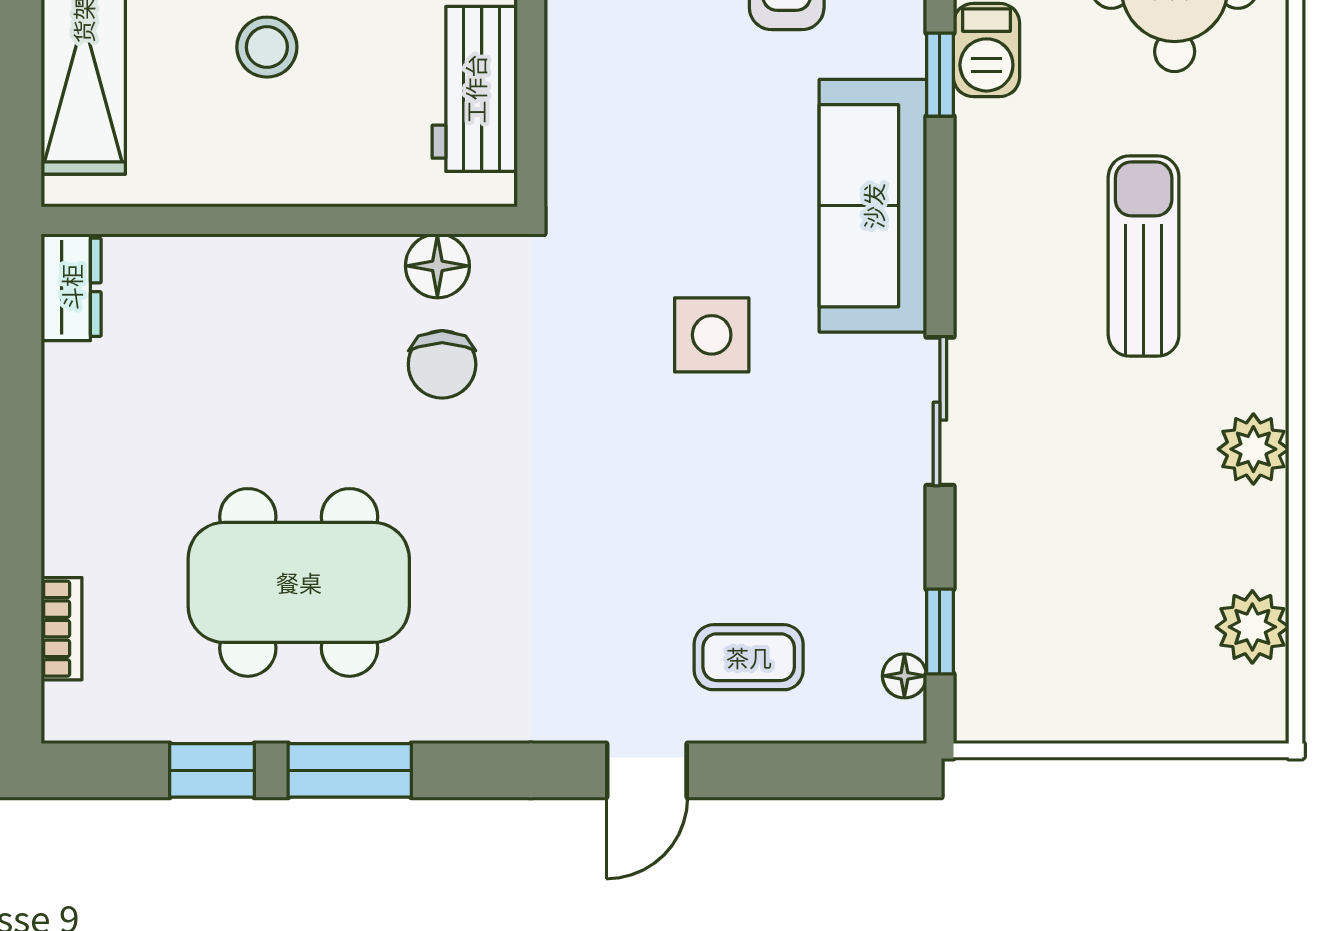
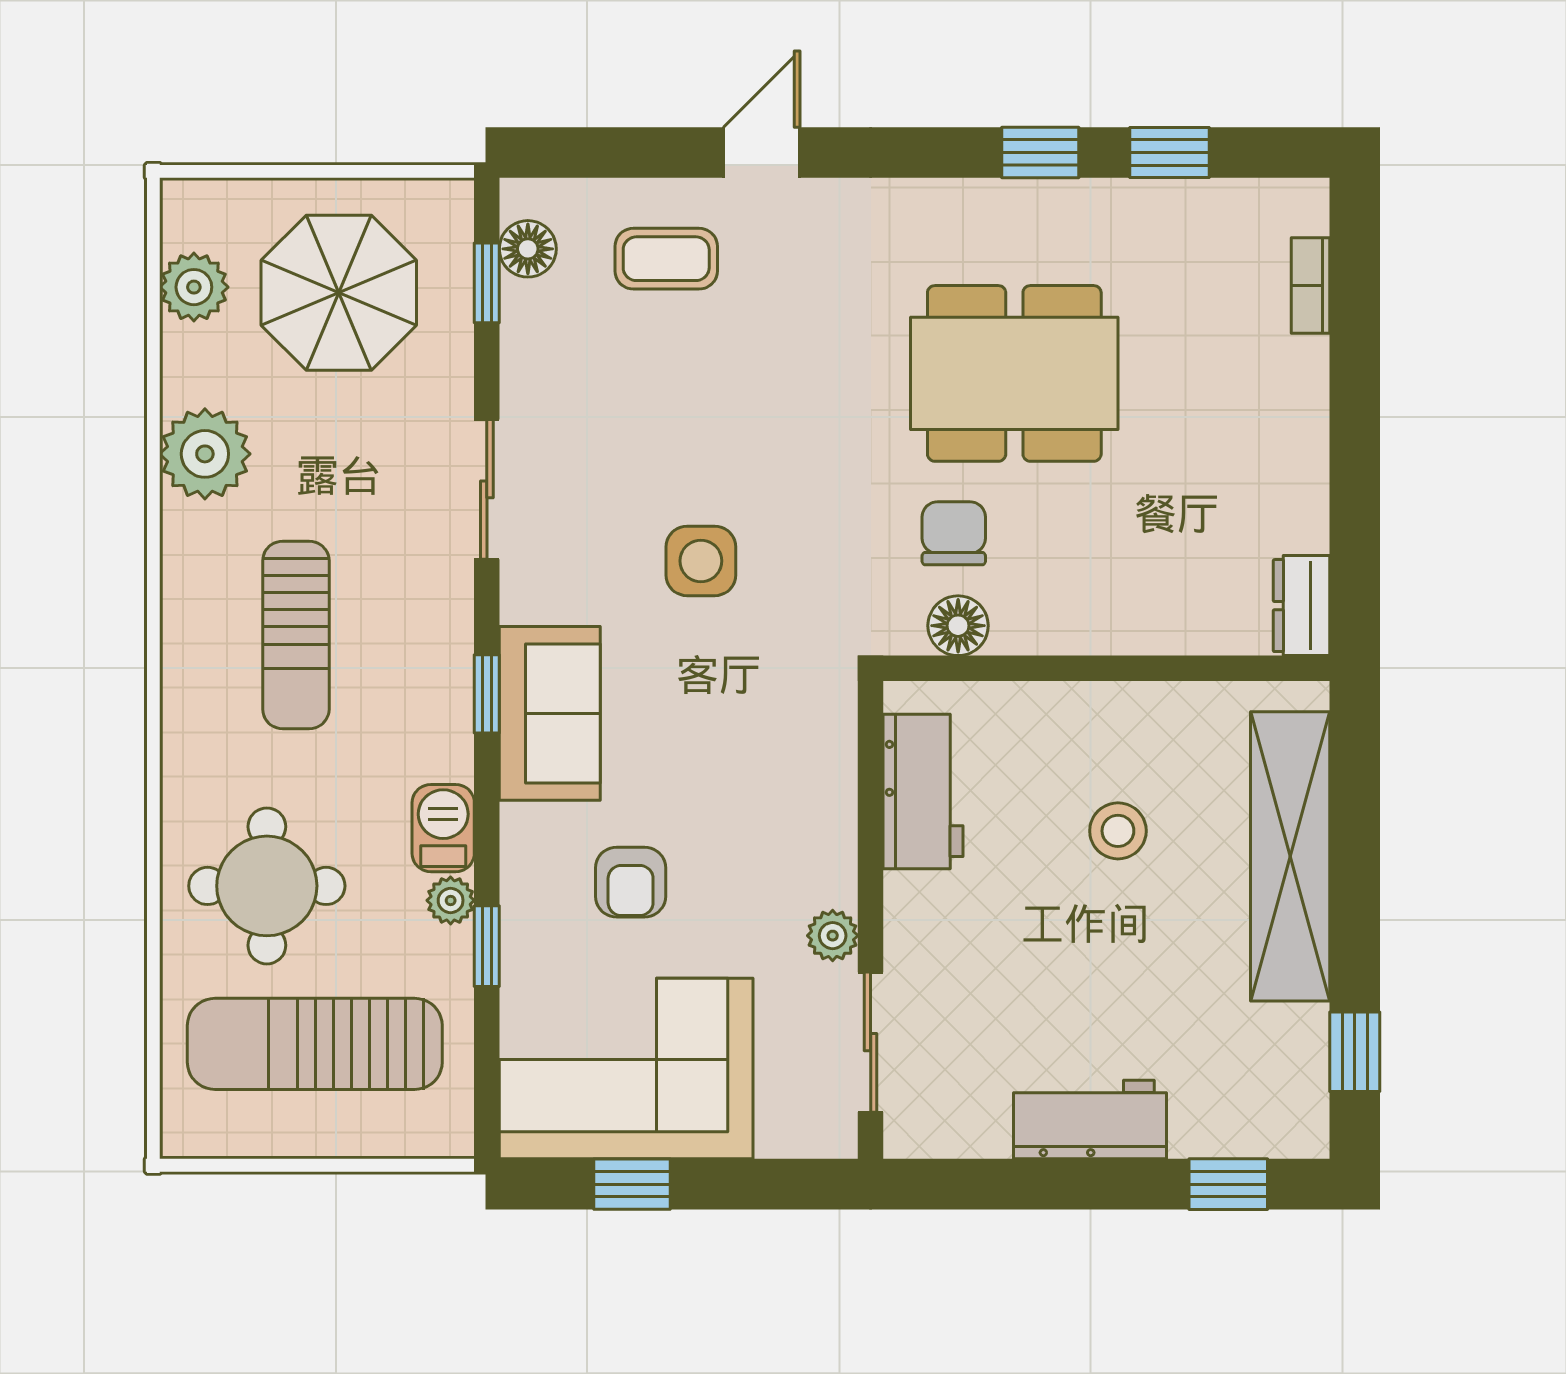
window: (940, 75) -> (487, 694), moved
sofa: (873, 206) -> (550, 713), width x0.73
plant: (1253, 449) -> (205, 454), width x1.36, depth x1.36
dining table: (299, 582) -> (1014, 373), moved
parasol: (1098, 621) -> (339, 293), added
floor lamp: (904, 676) -> (528, 249), width x1.37, depth x1.37
window: (350, 770) -> (1040, 153), width x0.67

